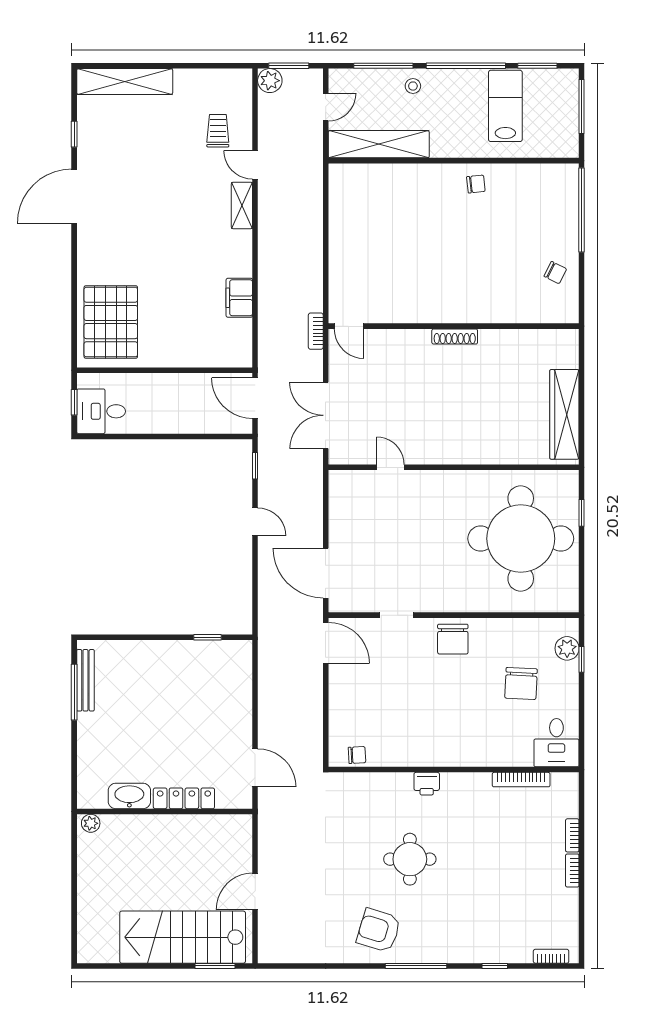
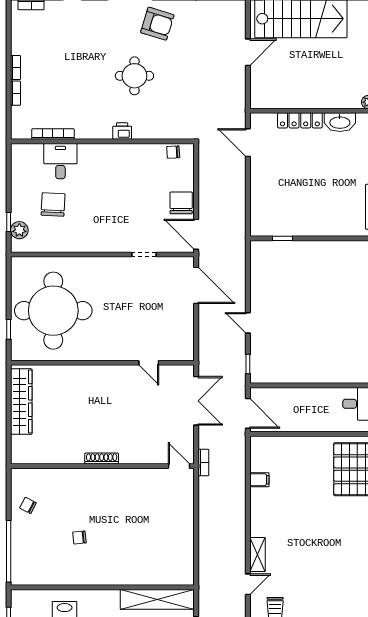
door: (255, 165) -> (248, 584), hinge flipped
chair: (476, 184) -> (79, 538), moved
filing cabinet: (239, 298) -> (259, 480), width x0.50
chair: (453, 639) -> (181, 203), moved
desk: (556, 743) -> (60, 161), moved

